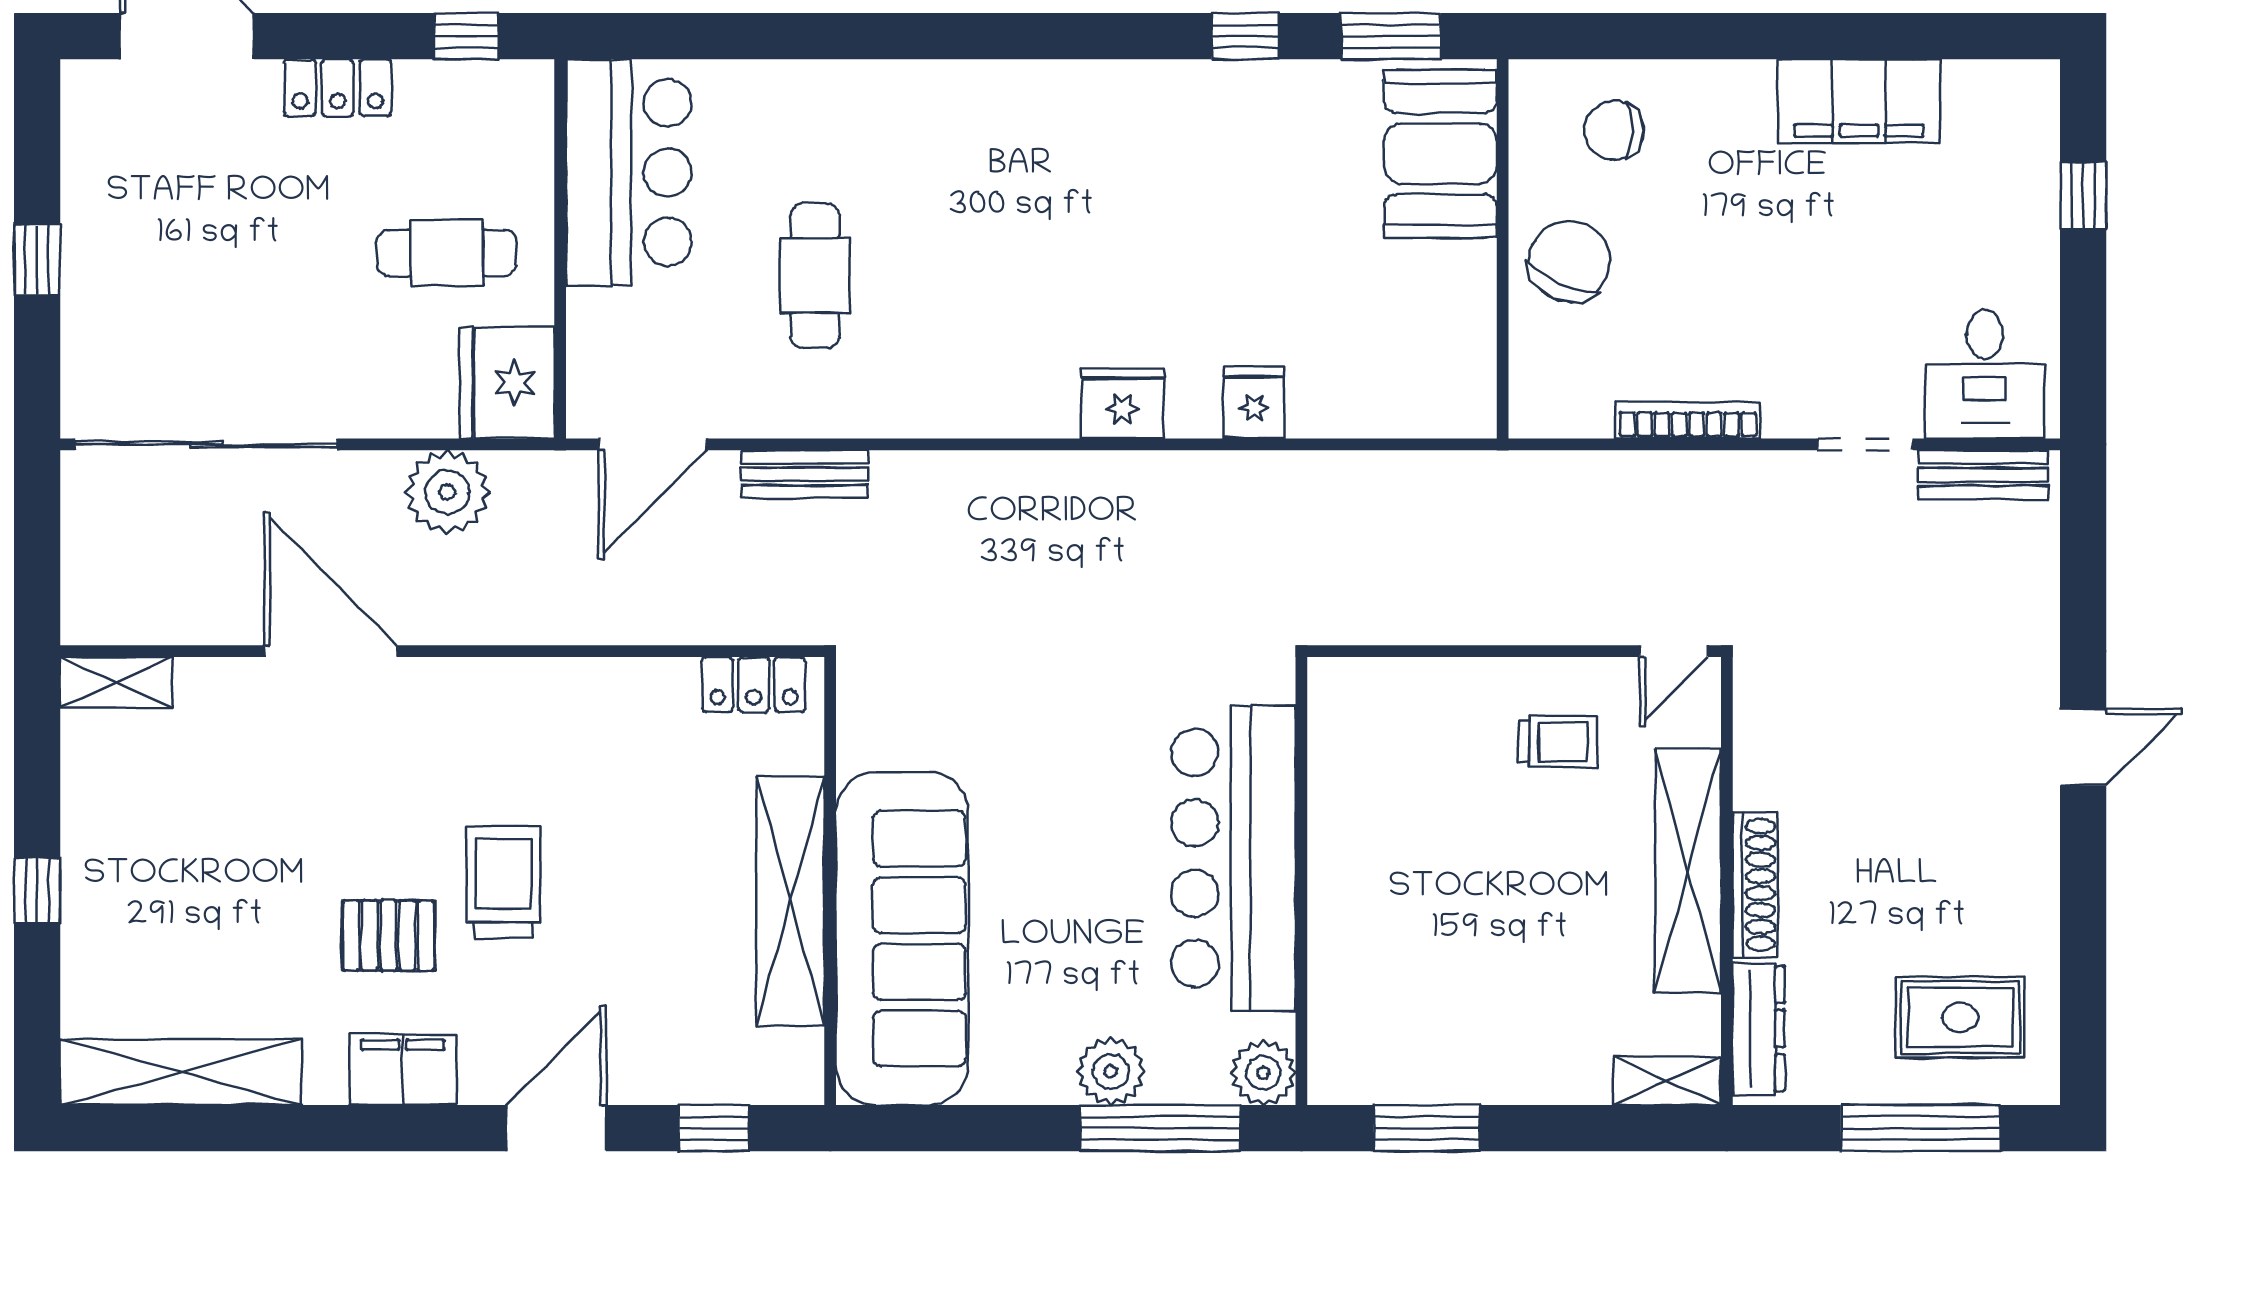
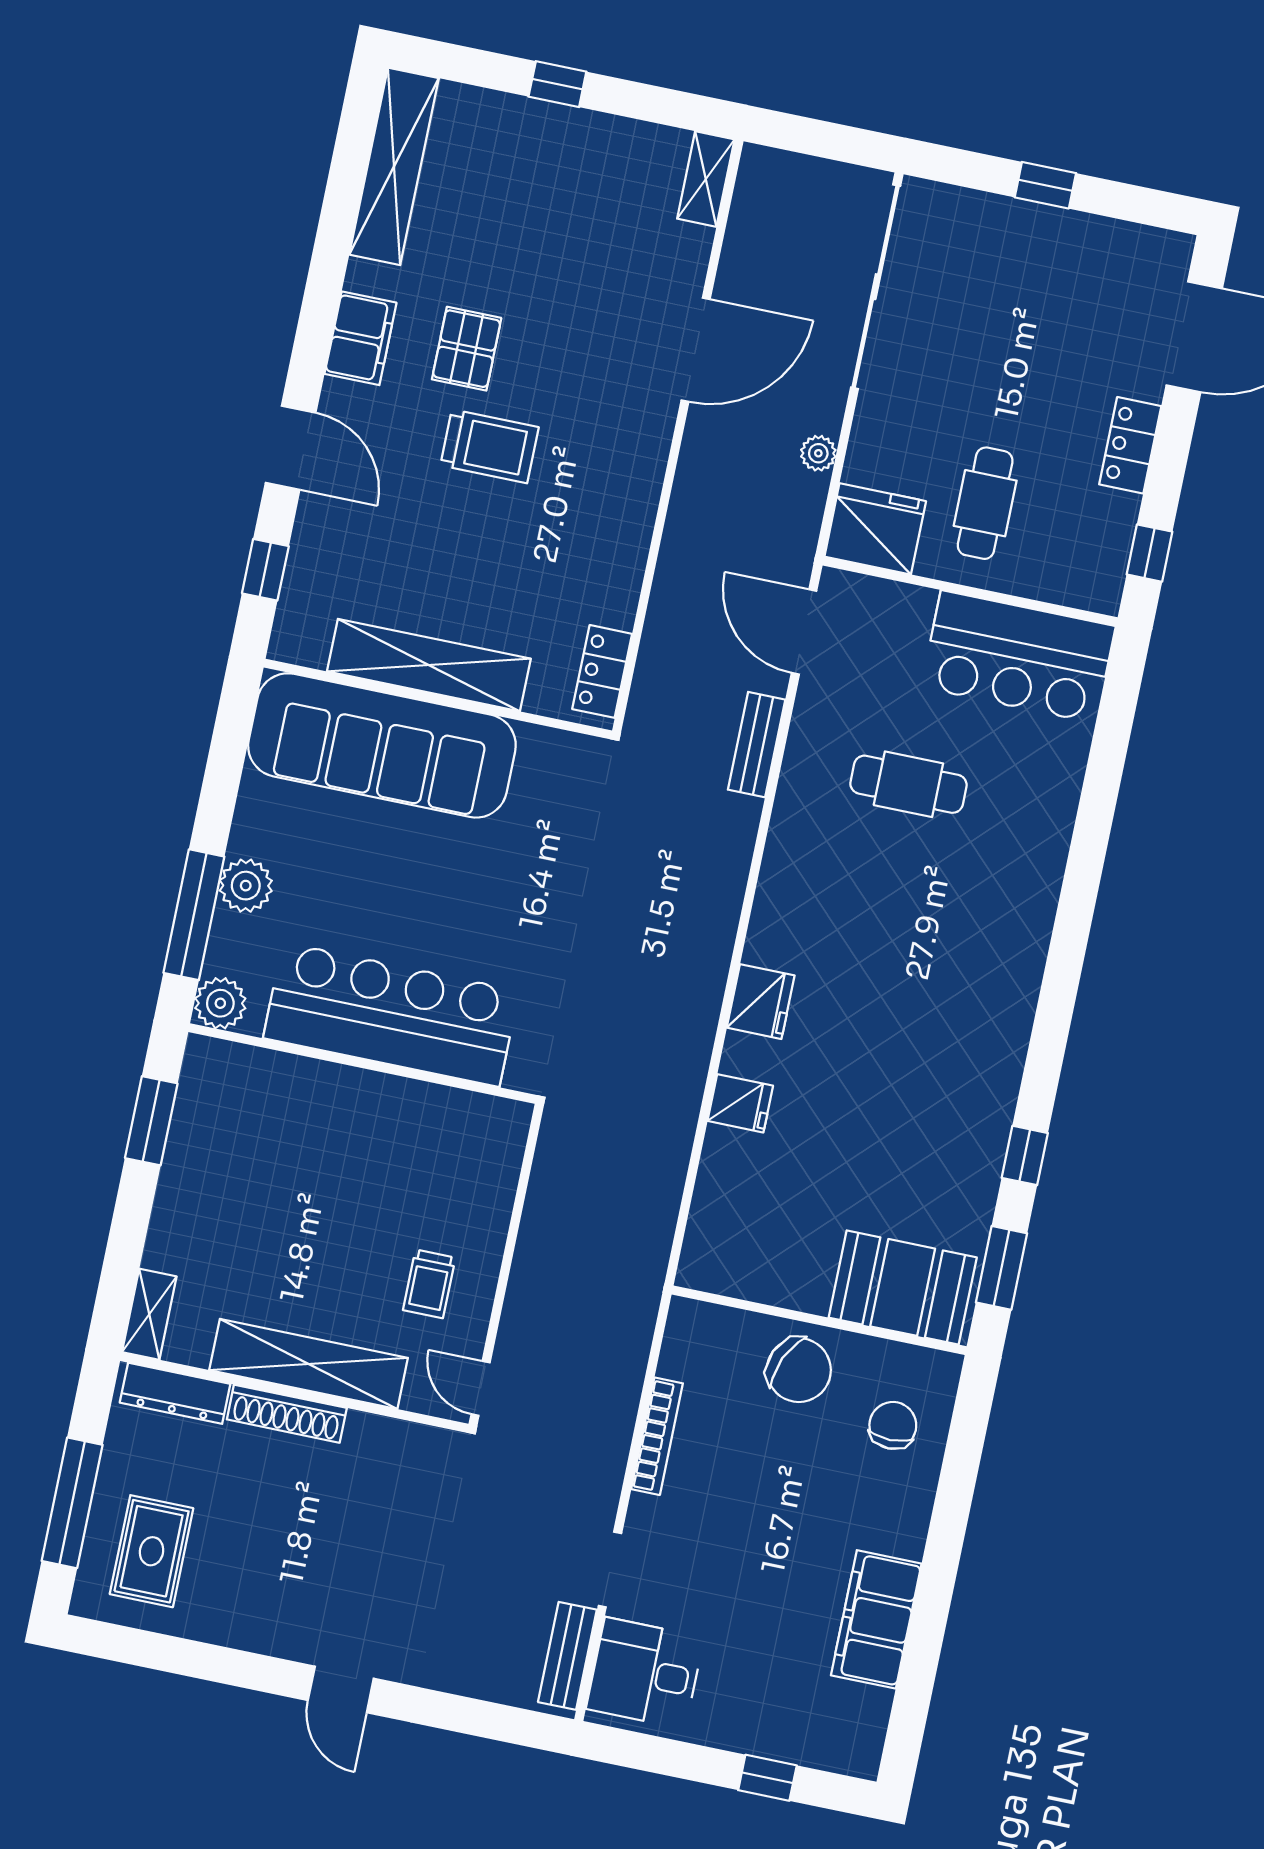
plant: (447, 492) -> (818, 453), width x0.53, depth x0.53

